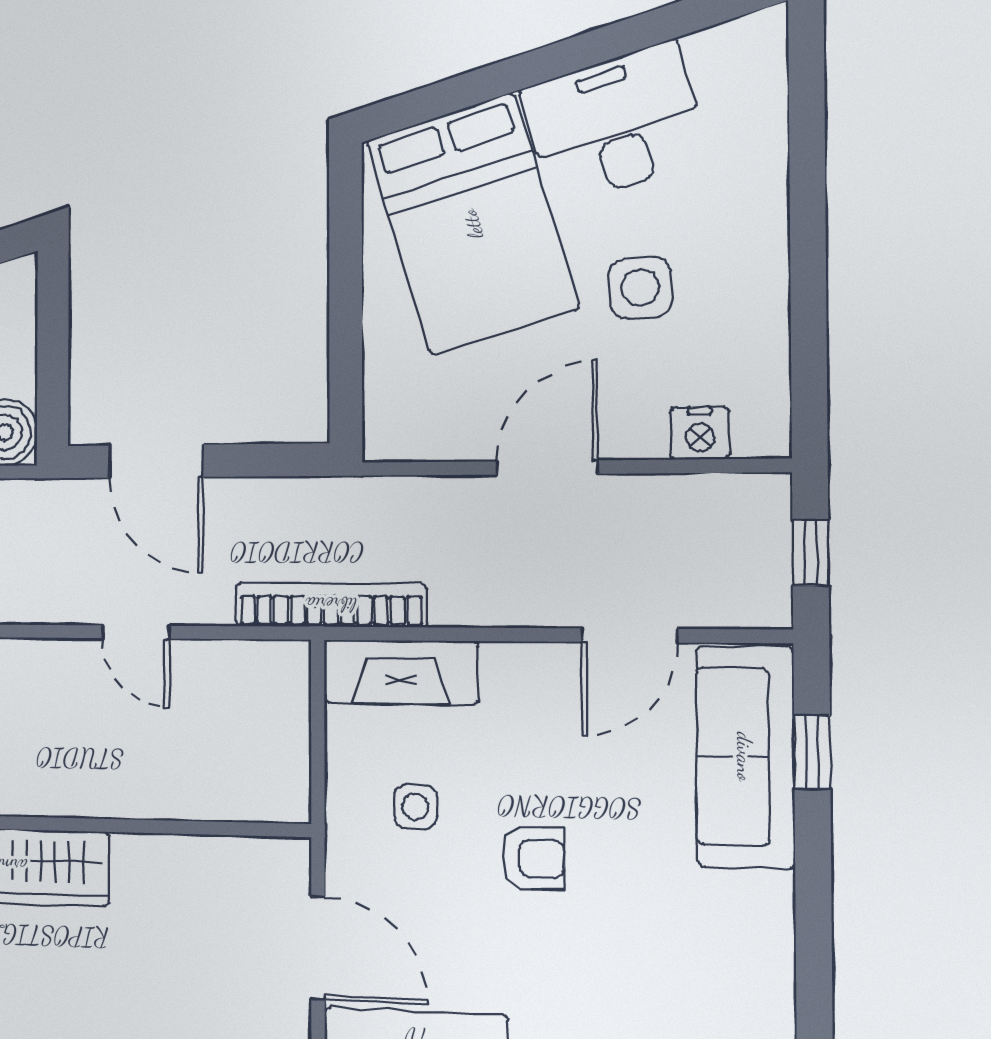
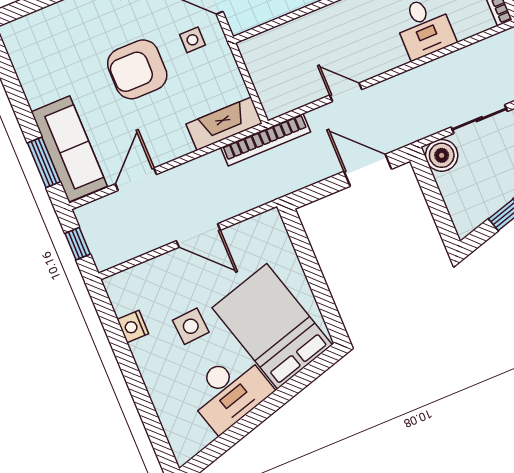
nightstand: (700, 433) -> (133, 327), moved, turned -90
door: (547, 467) -> (198, 236), hinge flipped
window: (812, 752) -> (44, 162), width x1.50
side table: (415, 807) -> (192, 40), moved
armchair: (533, 858) -> (137, 69), width x1.88, depth x1.88

